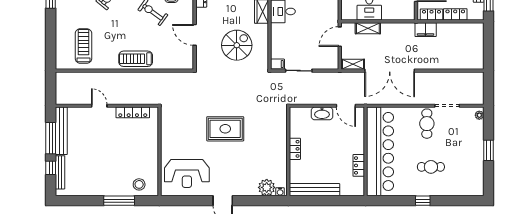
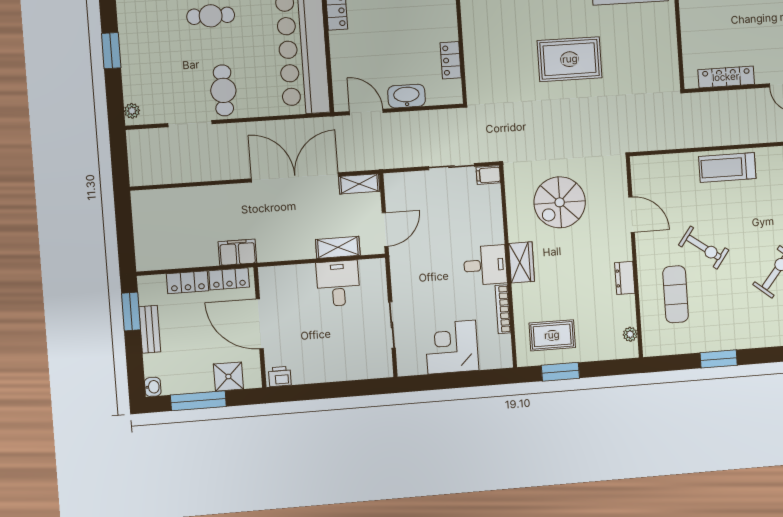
treadmill: (136, 59) -> (727, 167), turned 180
locker: (295, 149) -> (451, 60), moved

